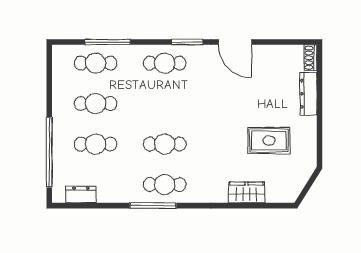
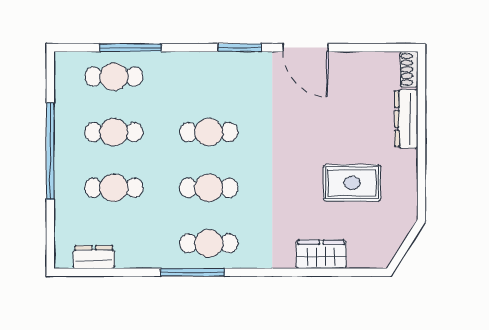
cafe table: (165, 63) -> (209, 132), moved
window: (49, 152) -> (50, 151), moved

